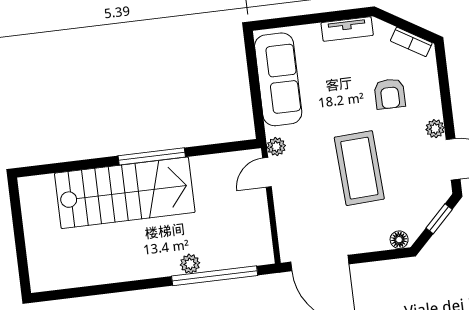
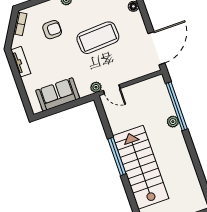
sofa: (278, 79) -> (58, 94), width x0.73

